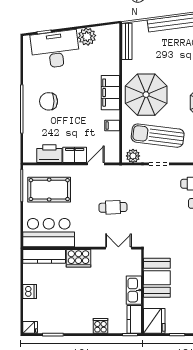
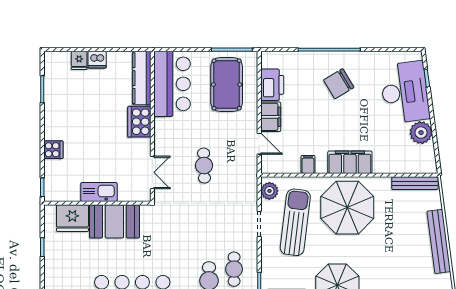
chair: (49, 101) -> (339, 84), turned -121
kitchen counter: (134, 319) -> (62, 193), removed
fridge: (154, 321) -> (72, 218), moved
fridge: (30, 327) -> (79, 60), moved

